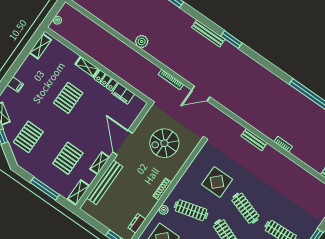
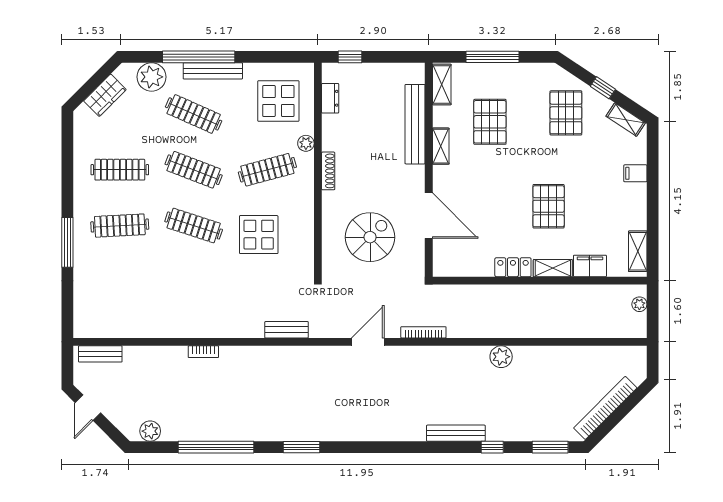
bench: (208, 33) -> (456, 433), moved
window: (231, 40) -> (302, 447), moved
filing cabinet: (123, 94) -> (590, 266), moved
bench: (254, 140) -> (287, 330), moved
door: (123, 143) -> (429, 216), moved

